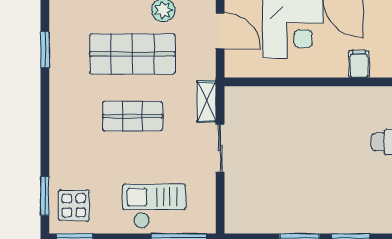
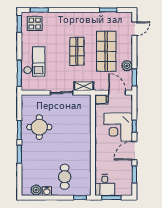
door: (220, 31) -> (117, 93), swing flipped
filing cabinet: (359, 64) -> (101, 99), moved
round table: (293, 196) -> (39, 127), added

